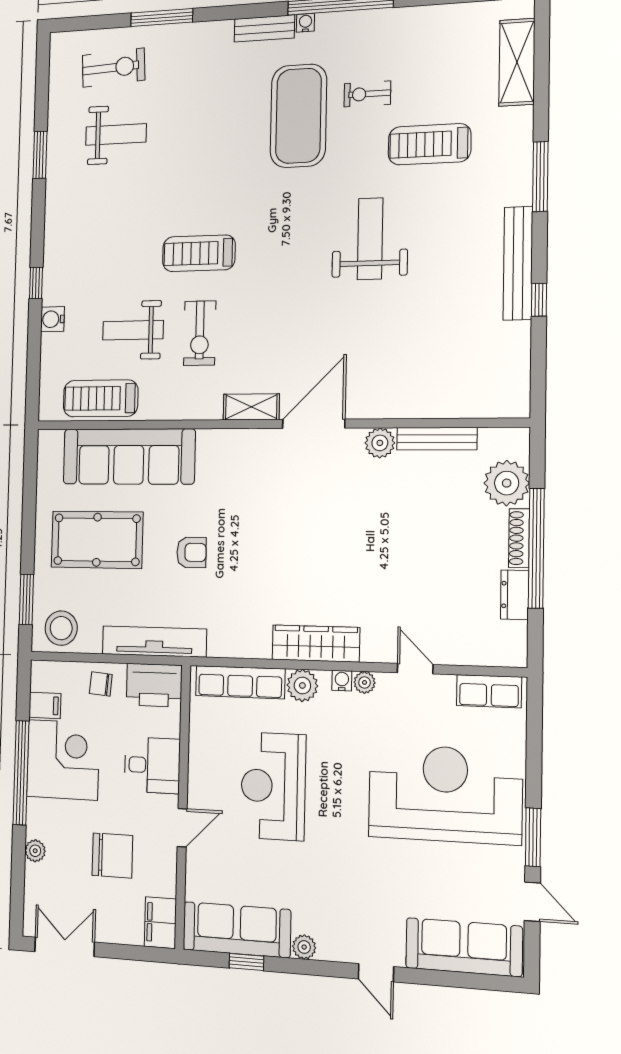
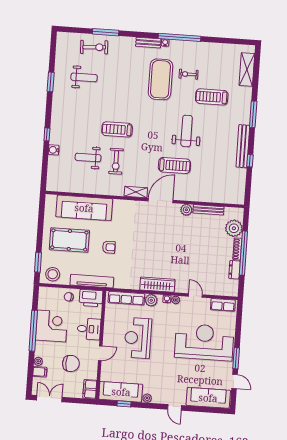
exercise bike: (114, 68) -> (94, 47), moved
treadmill: (101, 398) -> (174, 165), moved, turned 180
filing cabinet: (45, 705) -> (40, 372), moved

